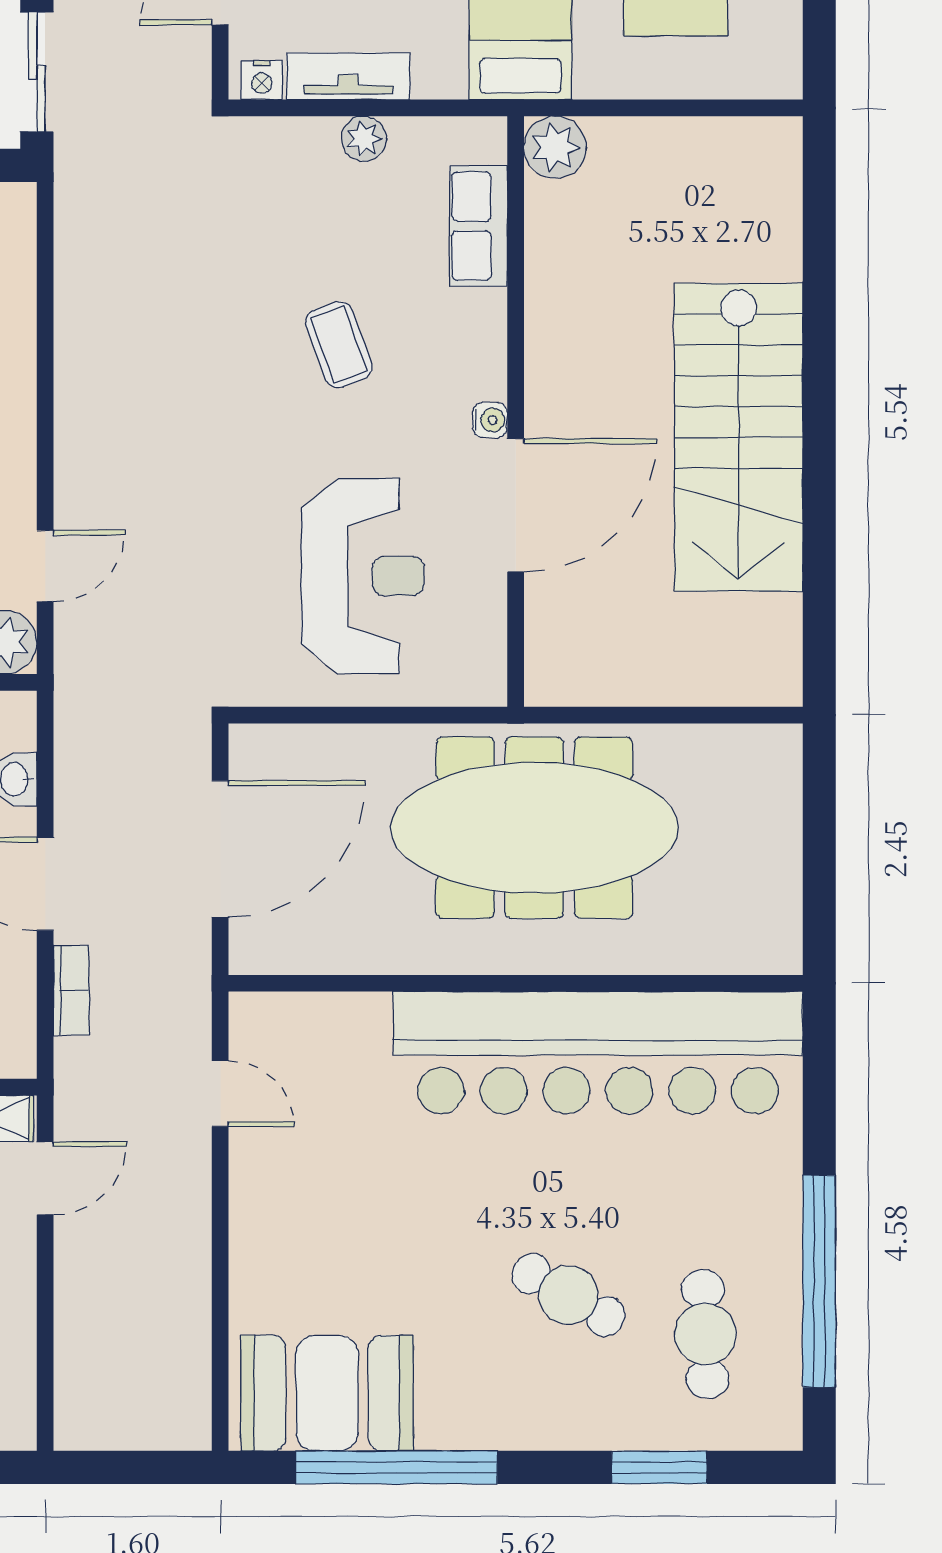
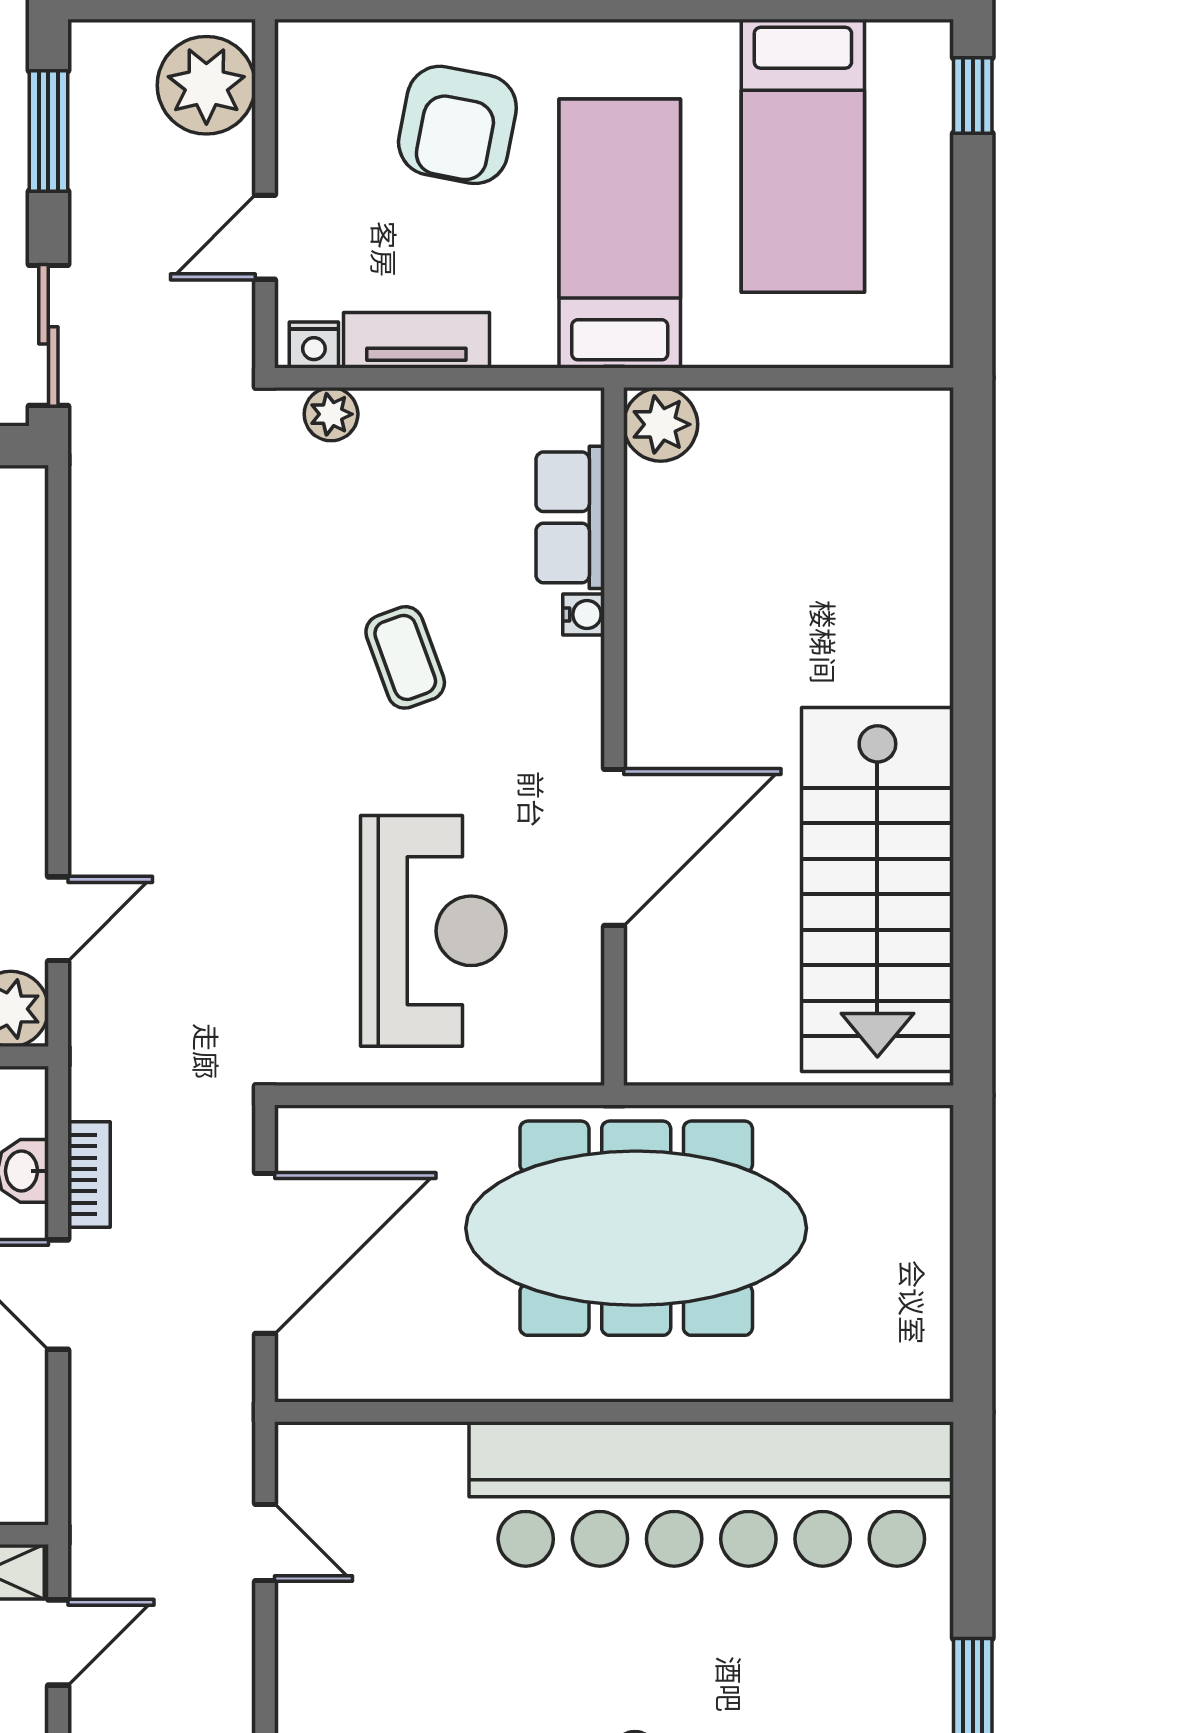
plant: (364, 139) -> (331, 414), moved
water cooler: (490, 420) -> (584, 615), moved
stairs: (739, 437) -> (877, 890), moved
bookcase: (71, 990) -> (89, 1174), moved

